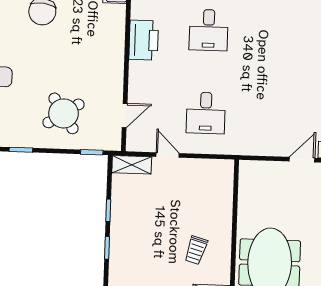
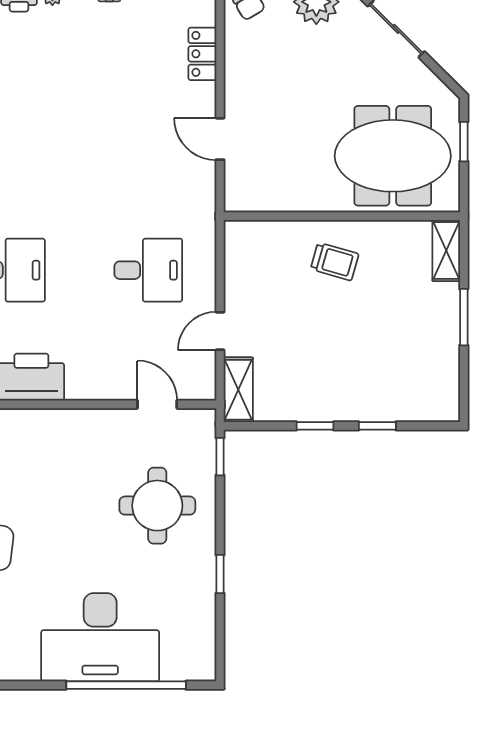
round table: (64, 113) -> (157, 506), turned 33
door: (302, 160) -> (220, 139), moved
trolley: (196, 250) -> (335, 262), moved

